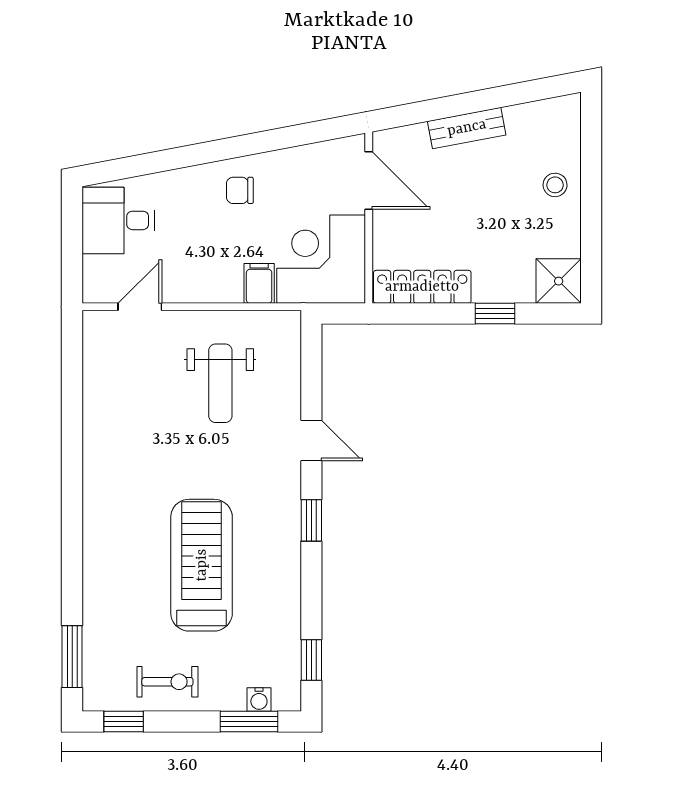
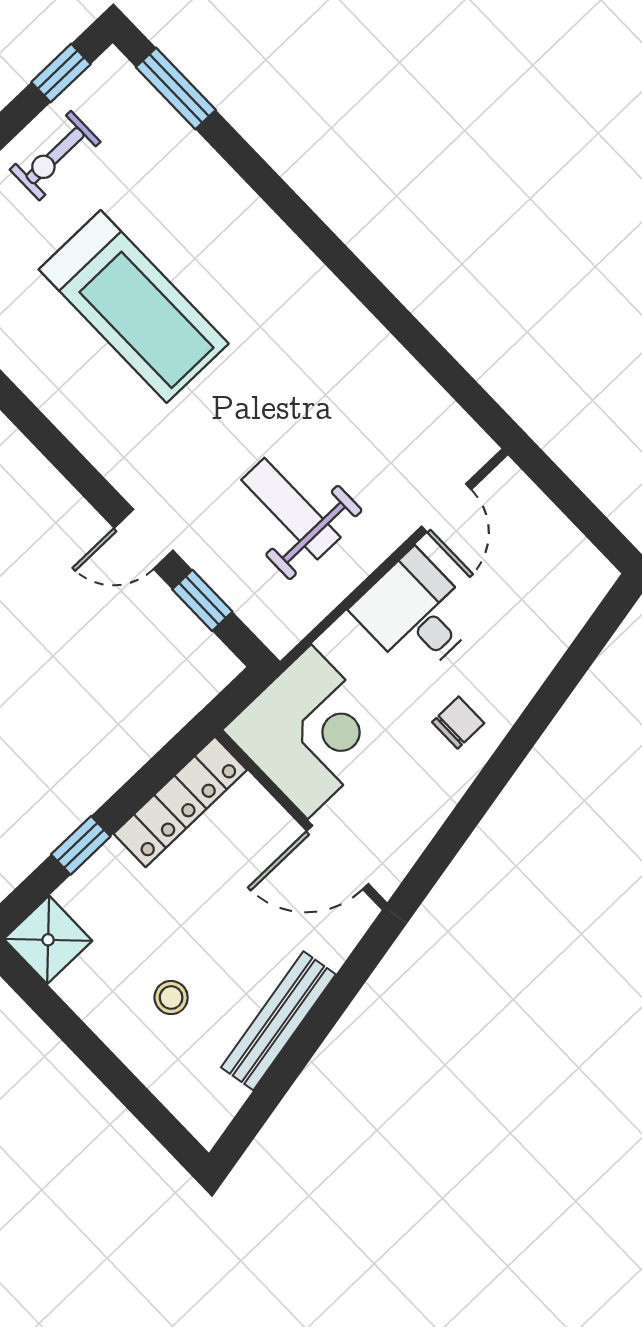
bench: (467, 128) -> (278, 1021), width x1.36
stool: (555, 185) -> (171, 998), moved
desk: (118, 220) -> (416, 614), moved, turned -90
filing cabinet: (259, 283) -> (349, 647), removed
window: (311, 520) -> (202, 600), moved

